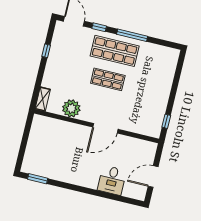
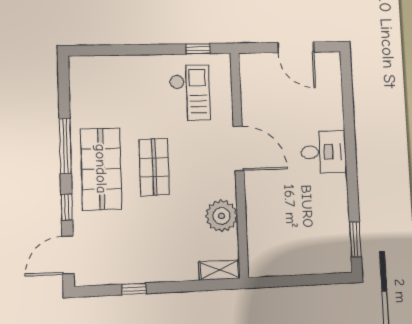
checkout: (143, 110) -> (190, 93), added
desk: (112, 180) -> (324, 152), moved

